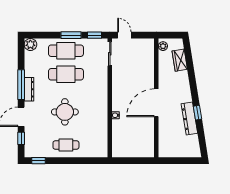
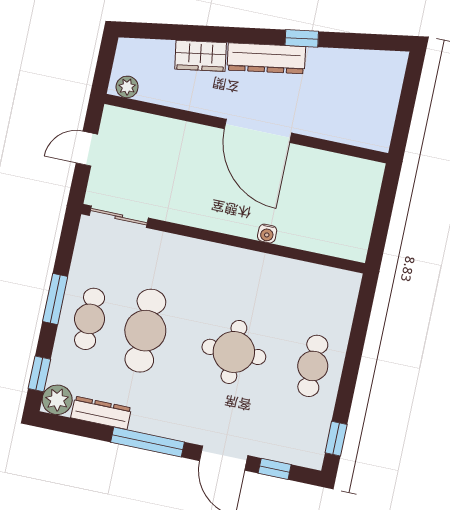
window: (95, 35) -> (39, 374), moved
door: (124, 35) -> (87, 149), moved
cafe table: (66, 51) -> (90, 319), width x0.73, depth x0.74
wardrobe: (180, 60) -> (201, 56), moved
dresser: (29, 89) -> (101, 413), moved
dresser: (189, 118) -> (266, 58), moved

